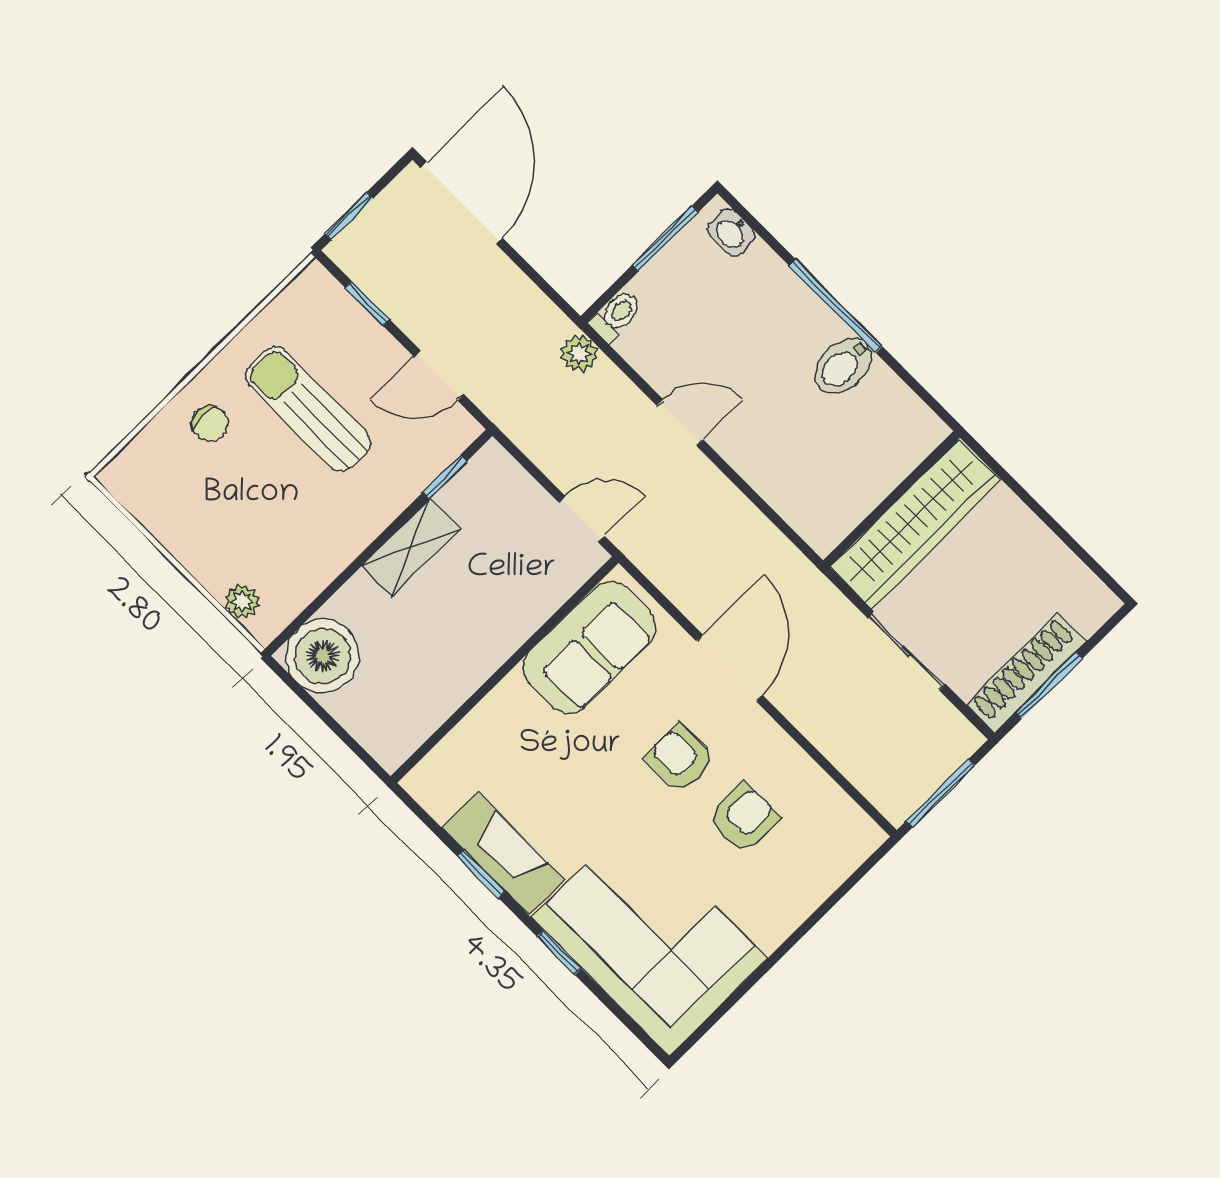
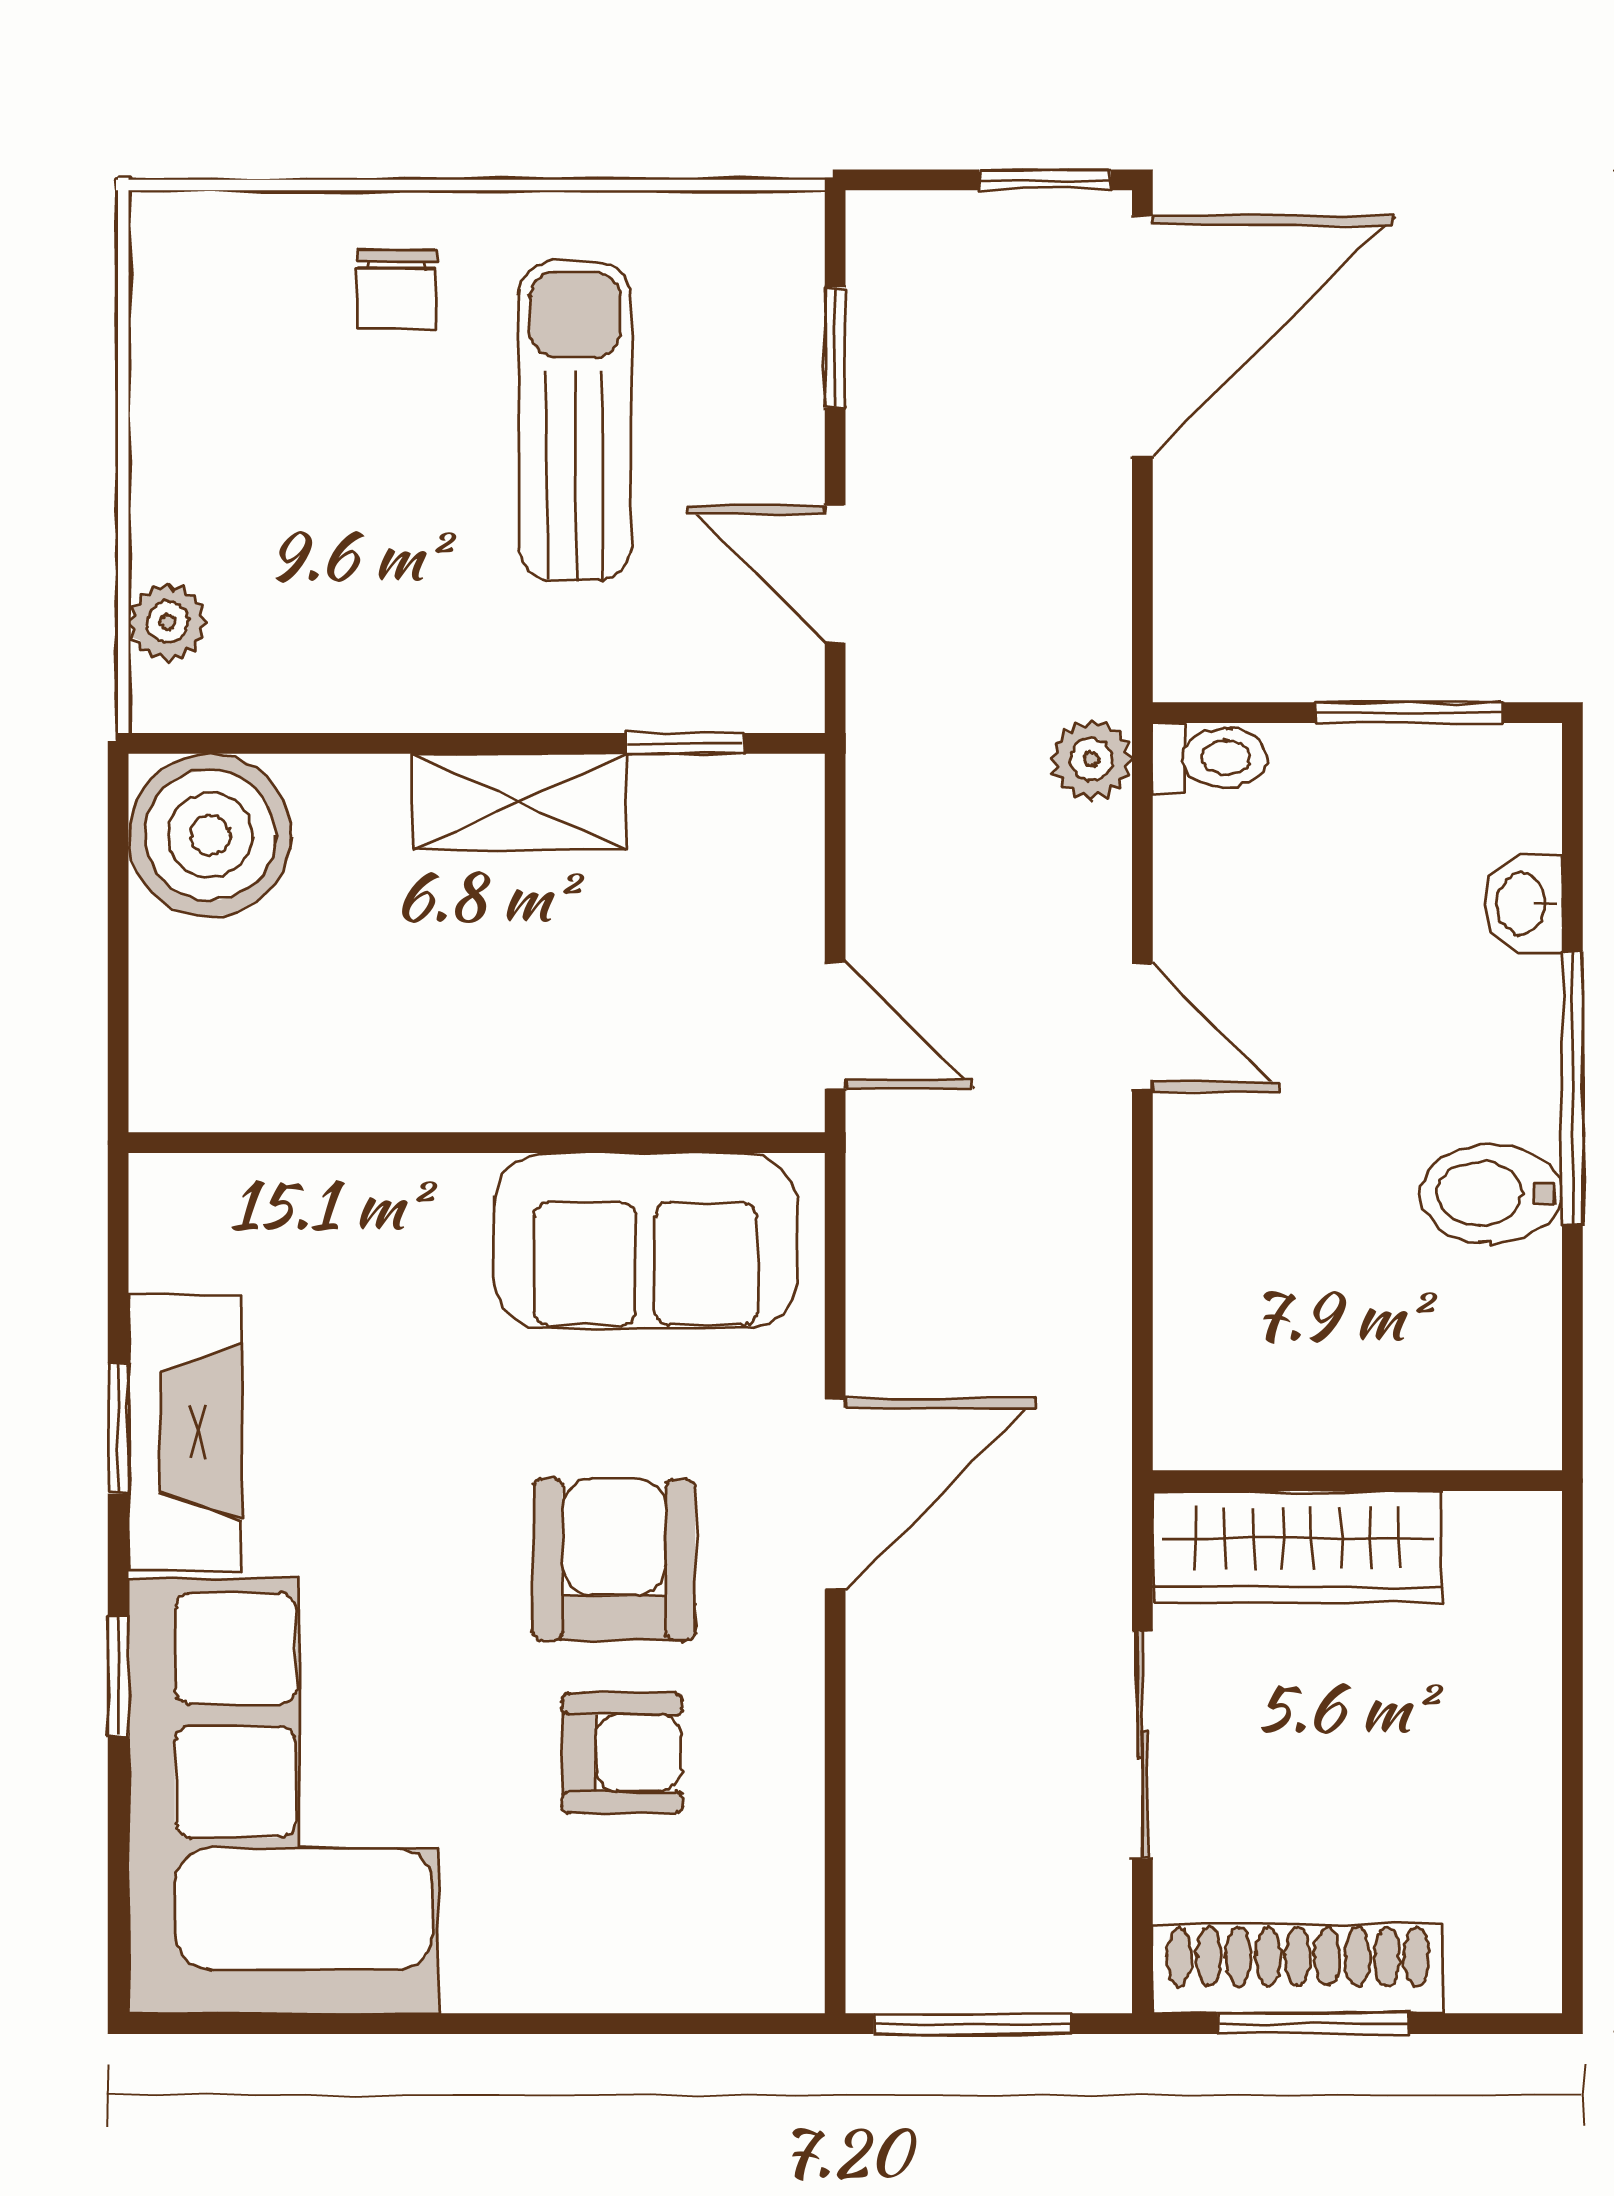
window: (349, 216) -> (1045, 180), moved
washbasin: (731, 232) -> (1523, 904), moved
wardrobe: (915, 524) -> (1297, 1547), width x0.71, depth x0.85
armchair: (680, 759) -> (614, 1560), width x1.38, depth x1.38

